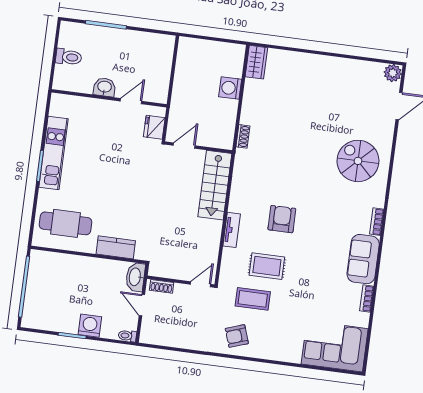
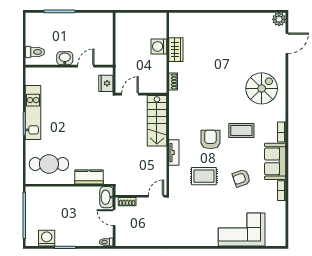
toilet: (69, 57) -> (35, 52), moved
wardrobe: (256, 62) -> (176, 50), moved
spiral stairs: (358, 161) -> (262, 88), turned 90
coffee table: (253, 299) -> (241, 130), moved
washing machine: (90, 326) -> (47, 238), moved
armchair: (237, 336) -> (241, 178), moved
corner sofa: (335, 346) -> (242, 229), moved

